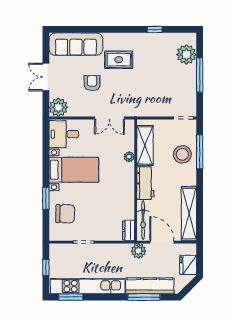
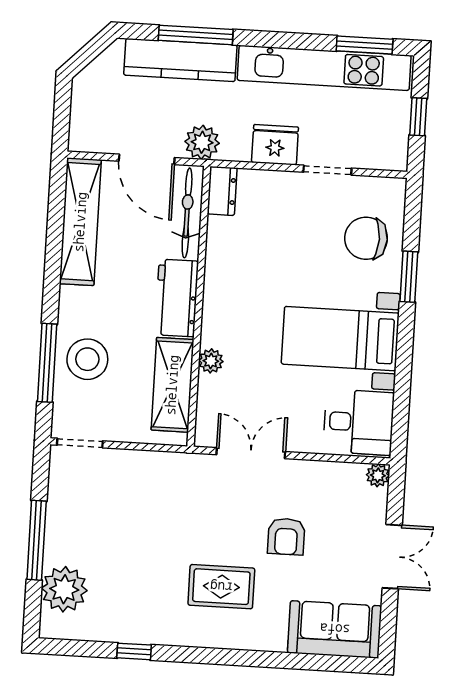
sofa: (76, 44) -> (335, 629), width x0.73
plant: (58, 107) -> (378, 475), width x0.53, depth x0.53
fridge: (188, 265) -> (275, 145), moved, turned -90

